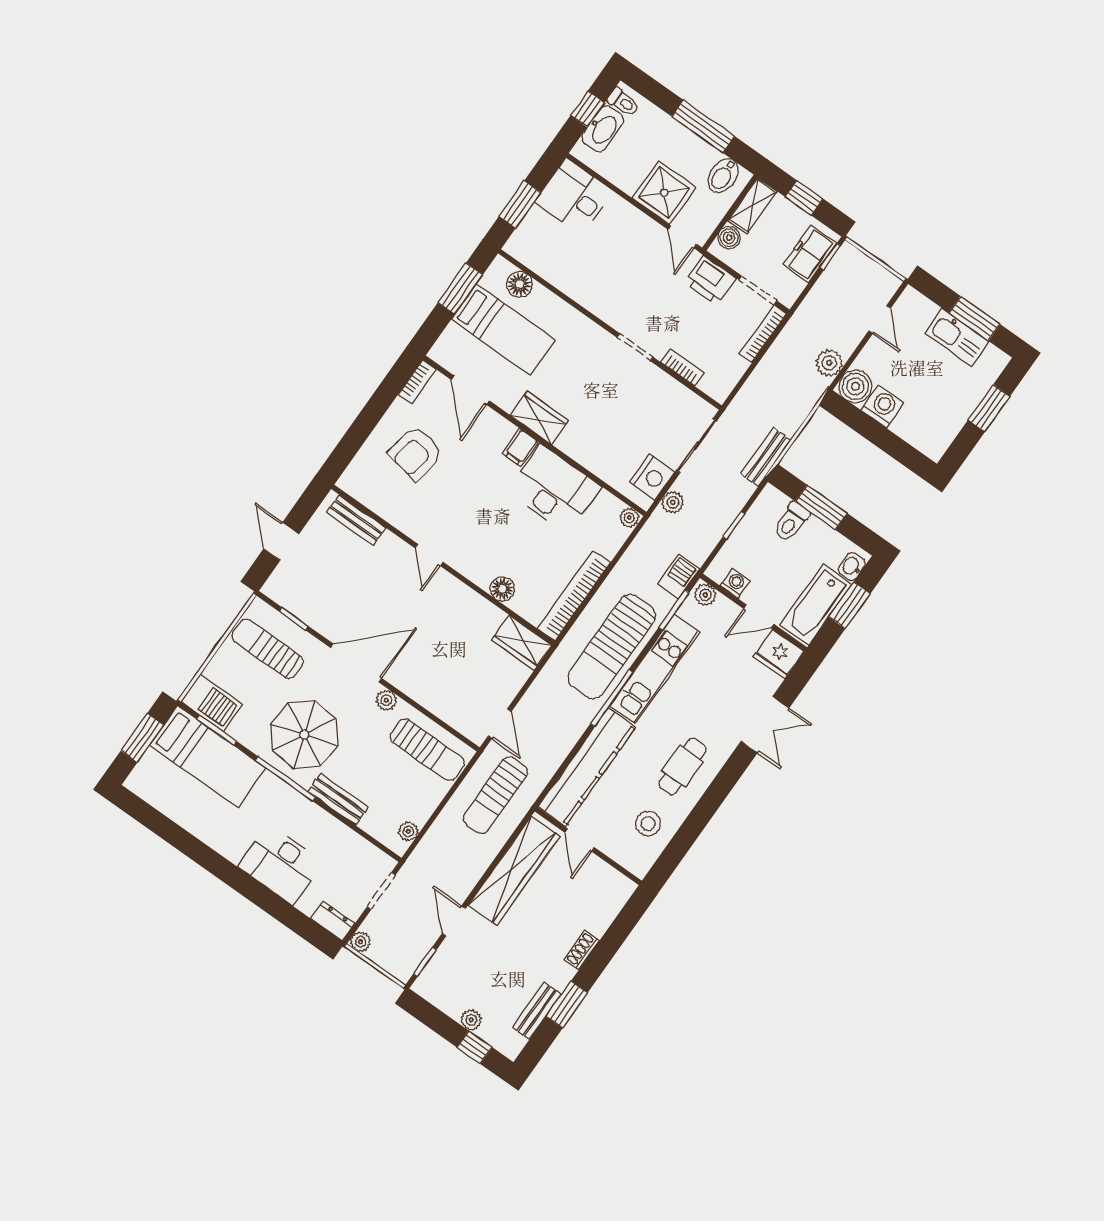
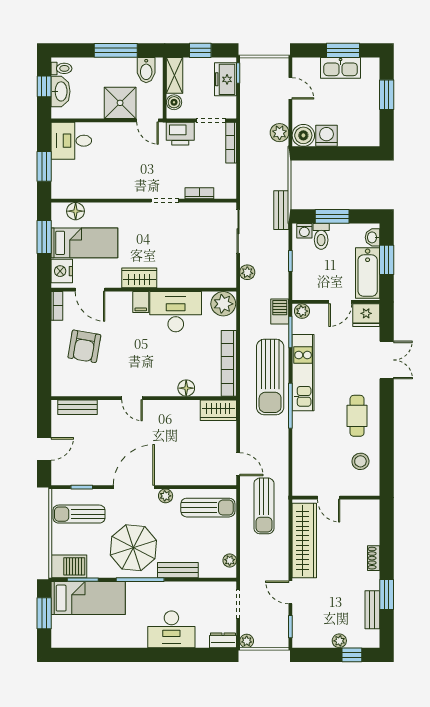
nightstand: (652, 477) -> (62, 271), moved, turned 180
plant: (629, 518) -> (223, 304), width x1.88, depth x1.88
door: (281, 541) -> (44, 449), swing flipped
washing machine: (735, 583) -> (304, 231), moved, turned 180
kitchen counter: (587, 767) -> (304, 454), removed

